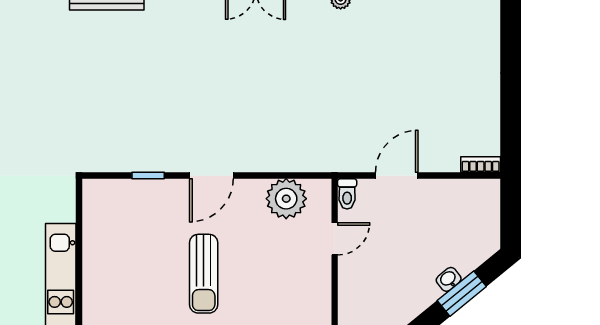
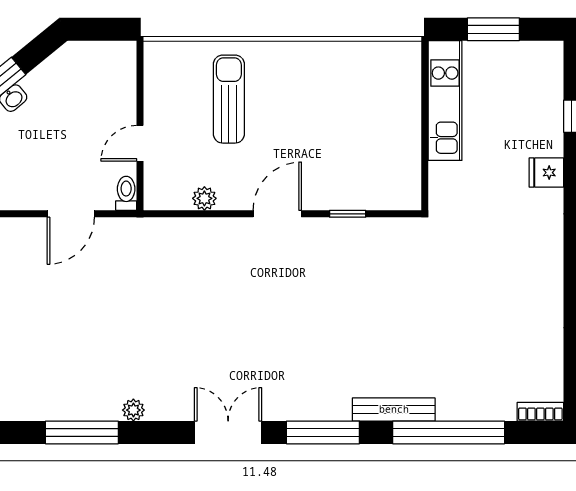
plant: (286, 199) -> (204, 198), width x0.53, depth x0.53
sun lounger: (204, 274) -> (229, 99), moved

